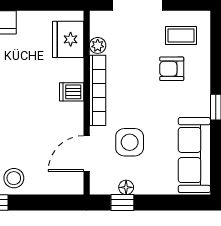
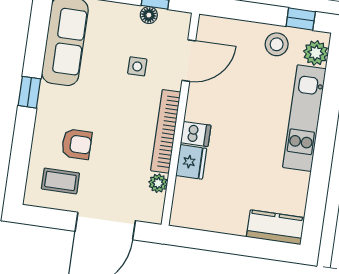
fridge: (68, 39) -> (191, 162), moved, width x0.73, depth x0.75
side table: (130, 142) -> (137, 66), width x0.54, depth x0.54

